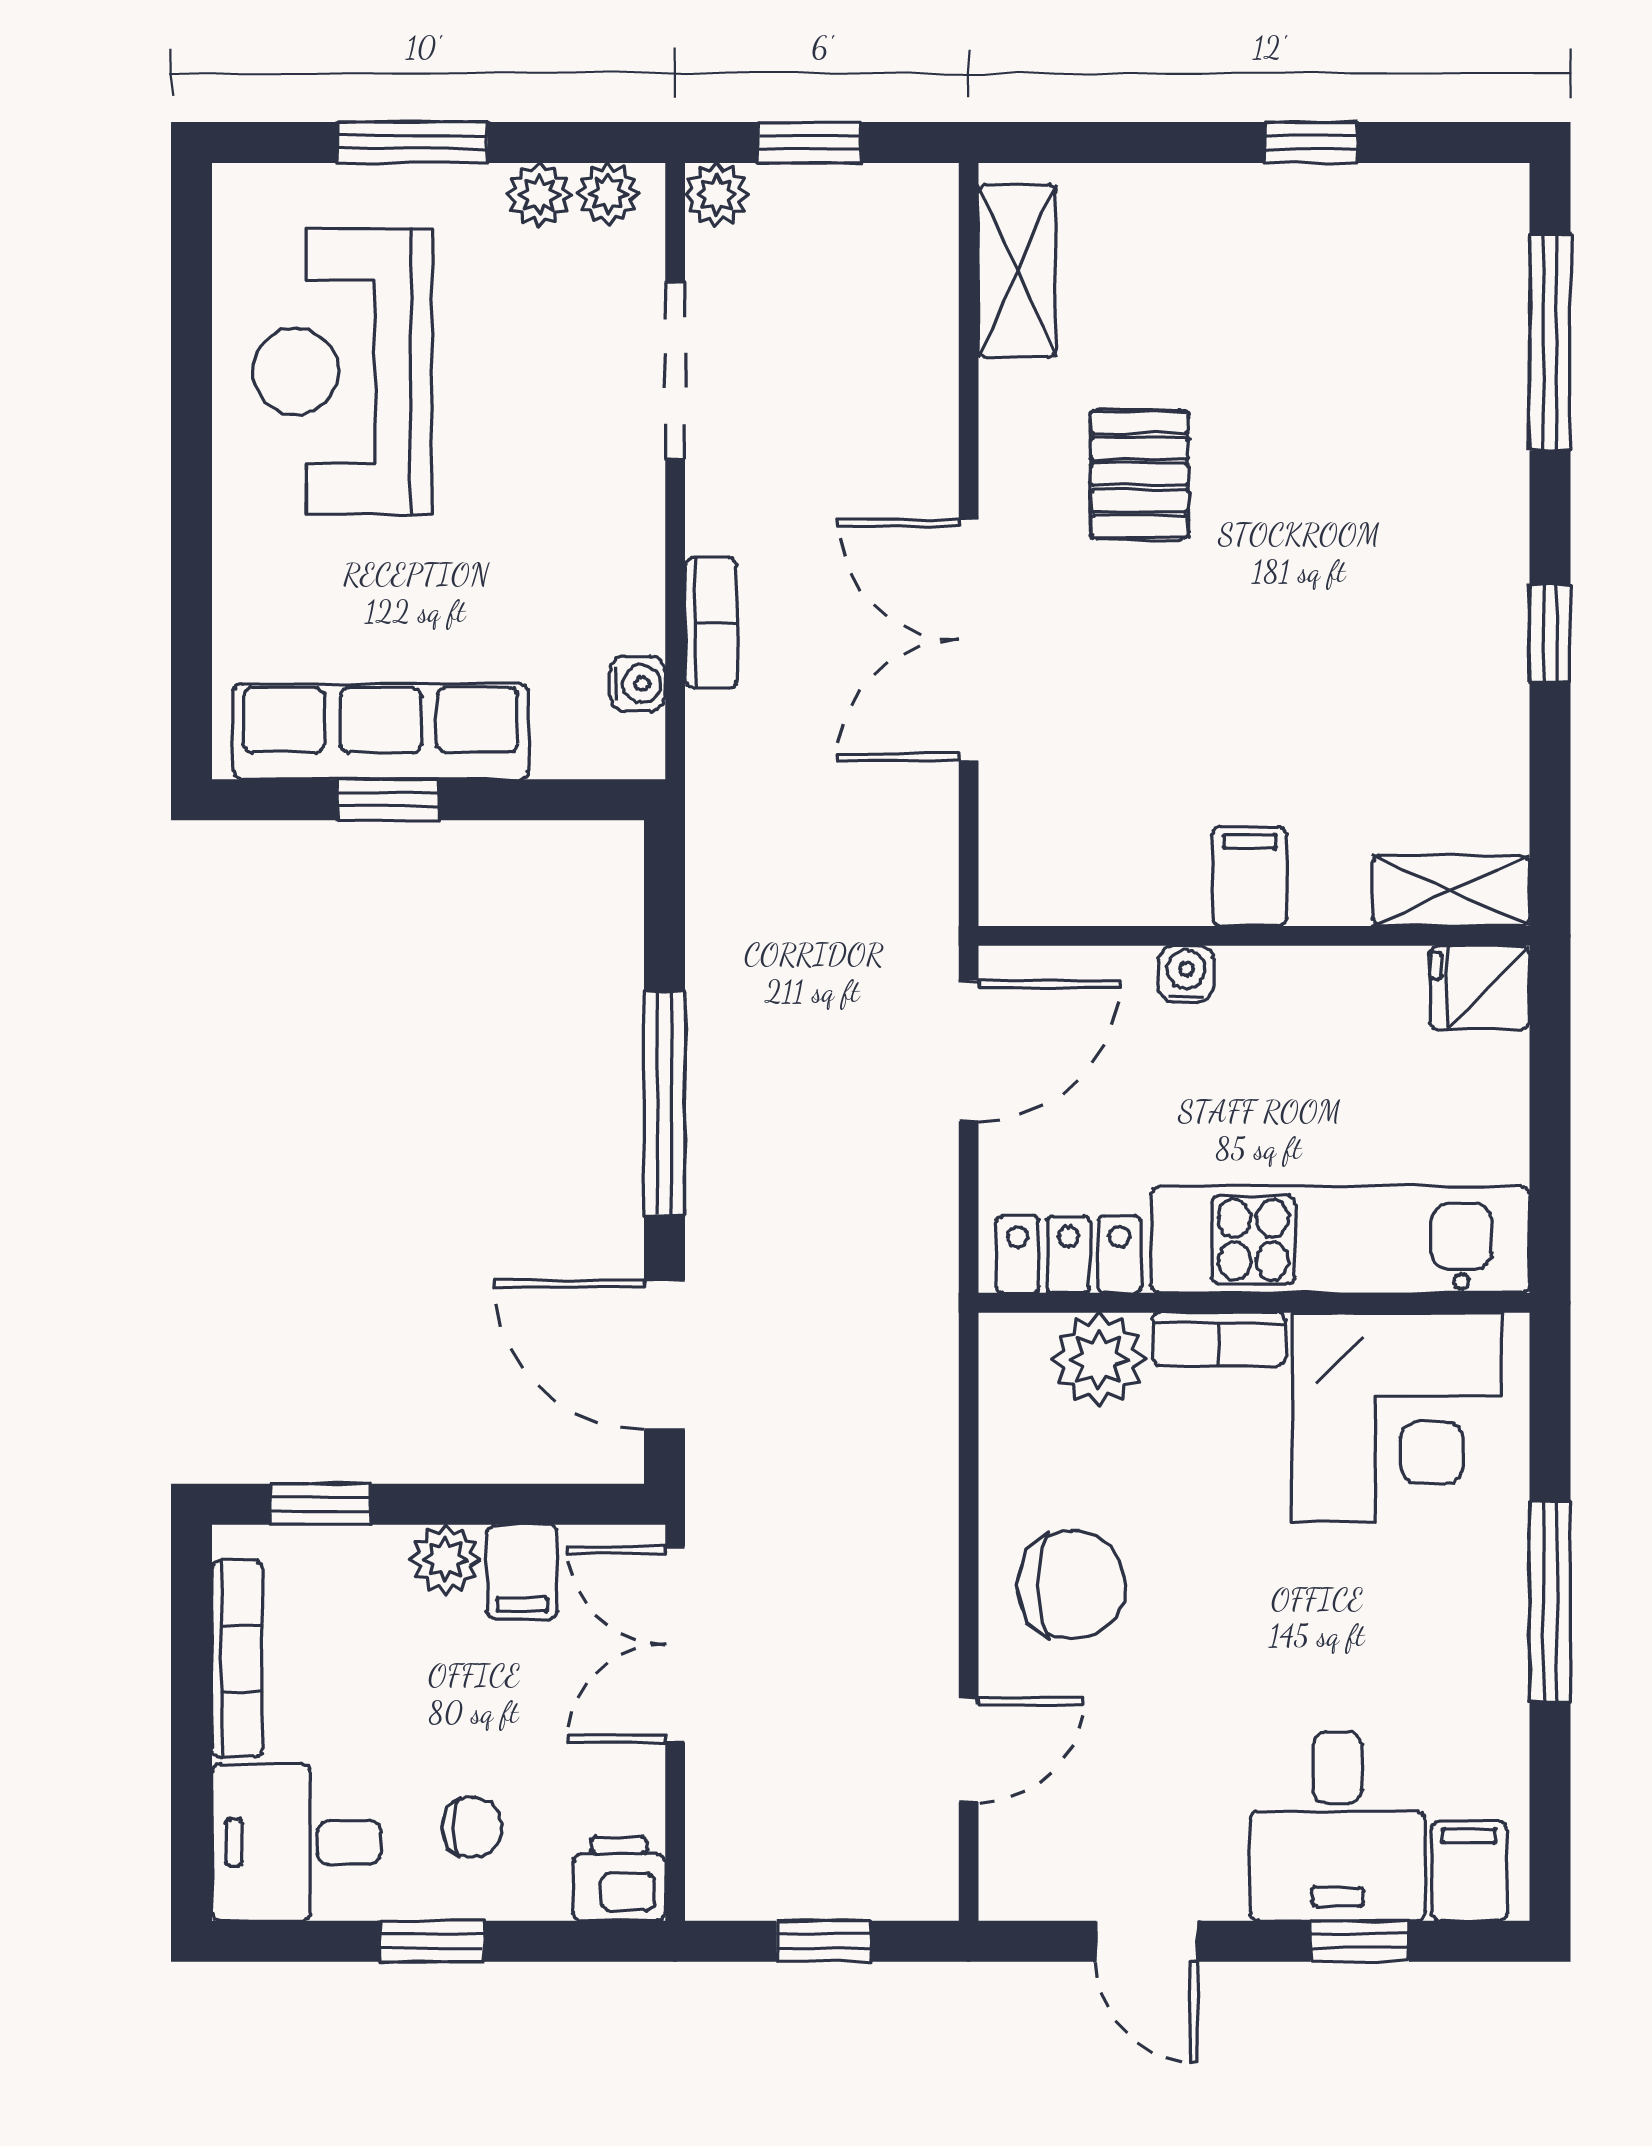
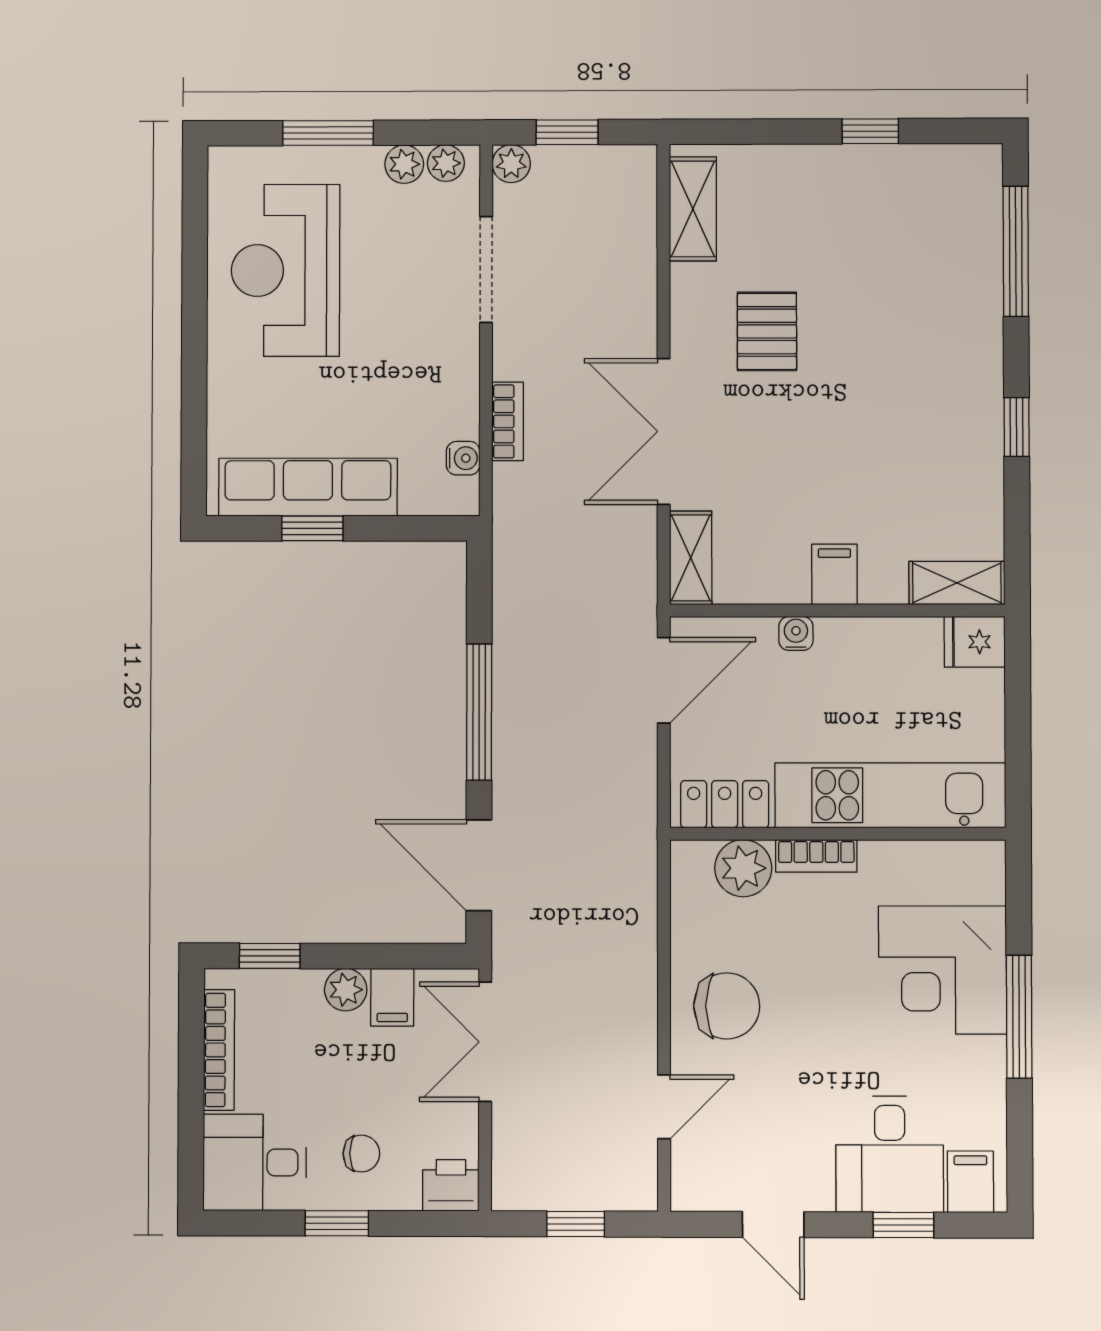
shelving: (1013, 849) -> (691, 558), added
corner desk: (1396, 1417) -> (943, 970), moved, turned 90

